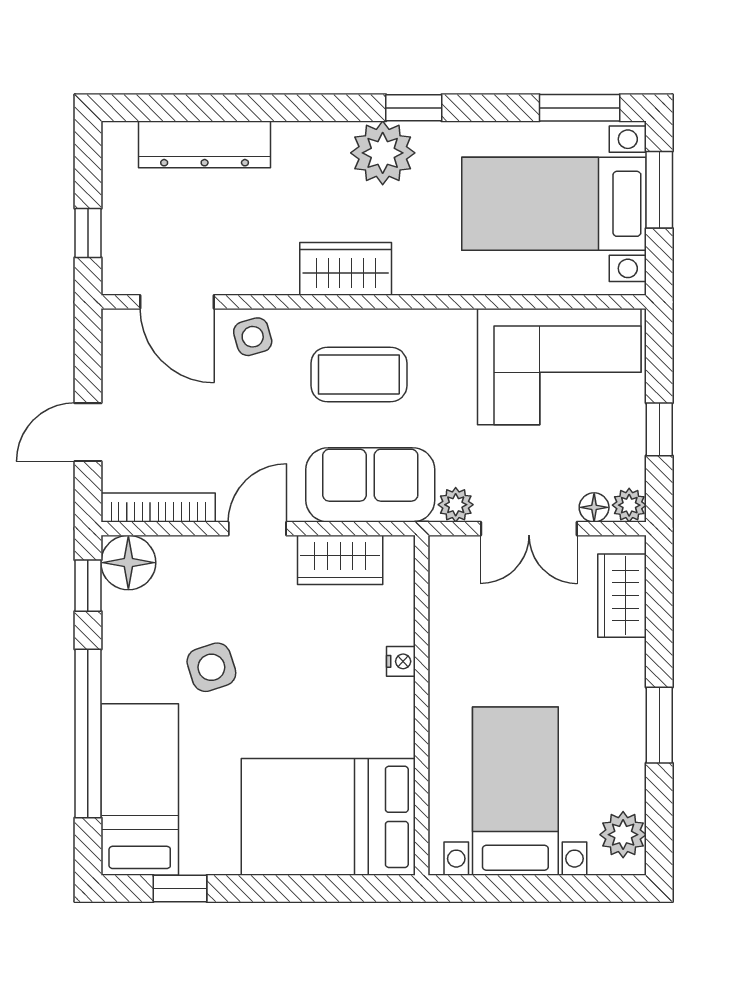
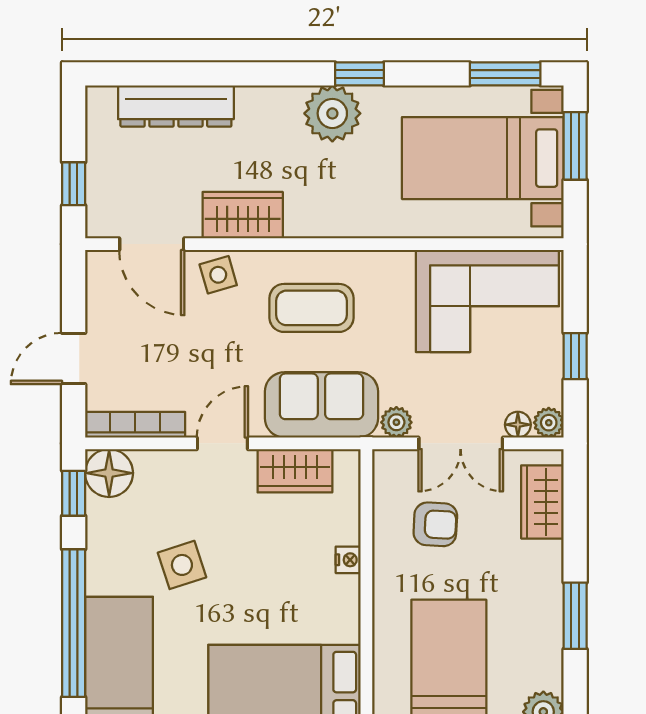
wardrobe: (346, 269) -> (243, 215), moved
armchair: (500, 621) -> (435, 524), added

